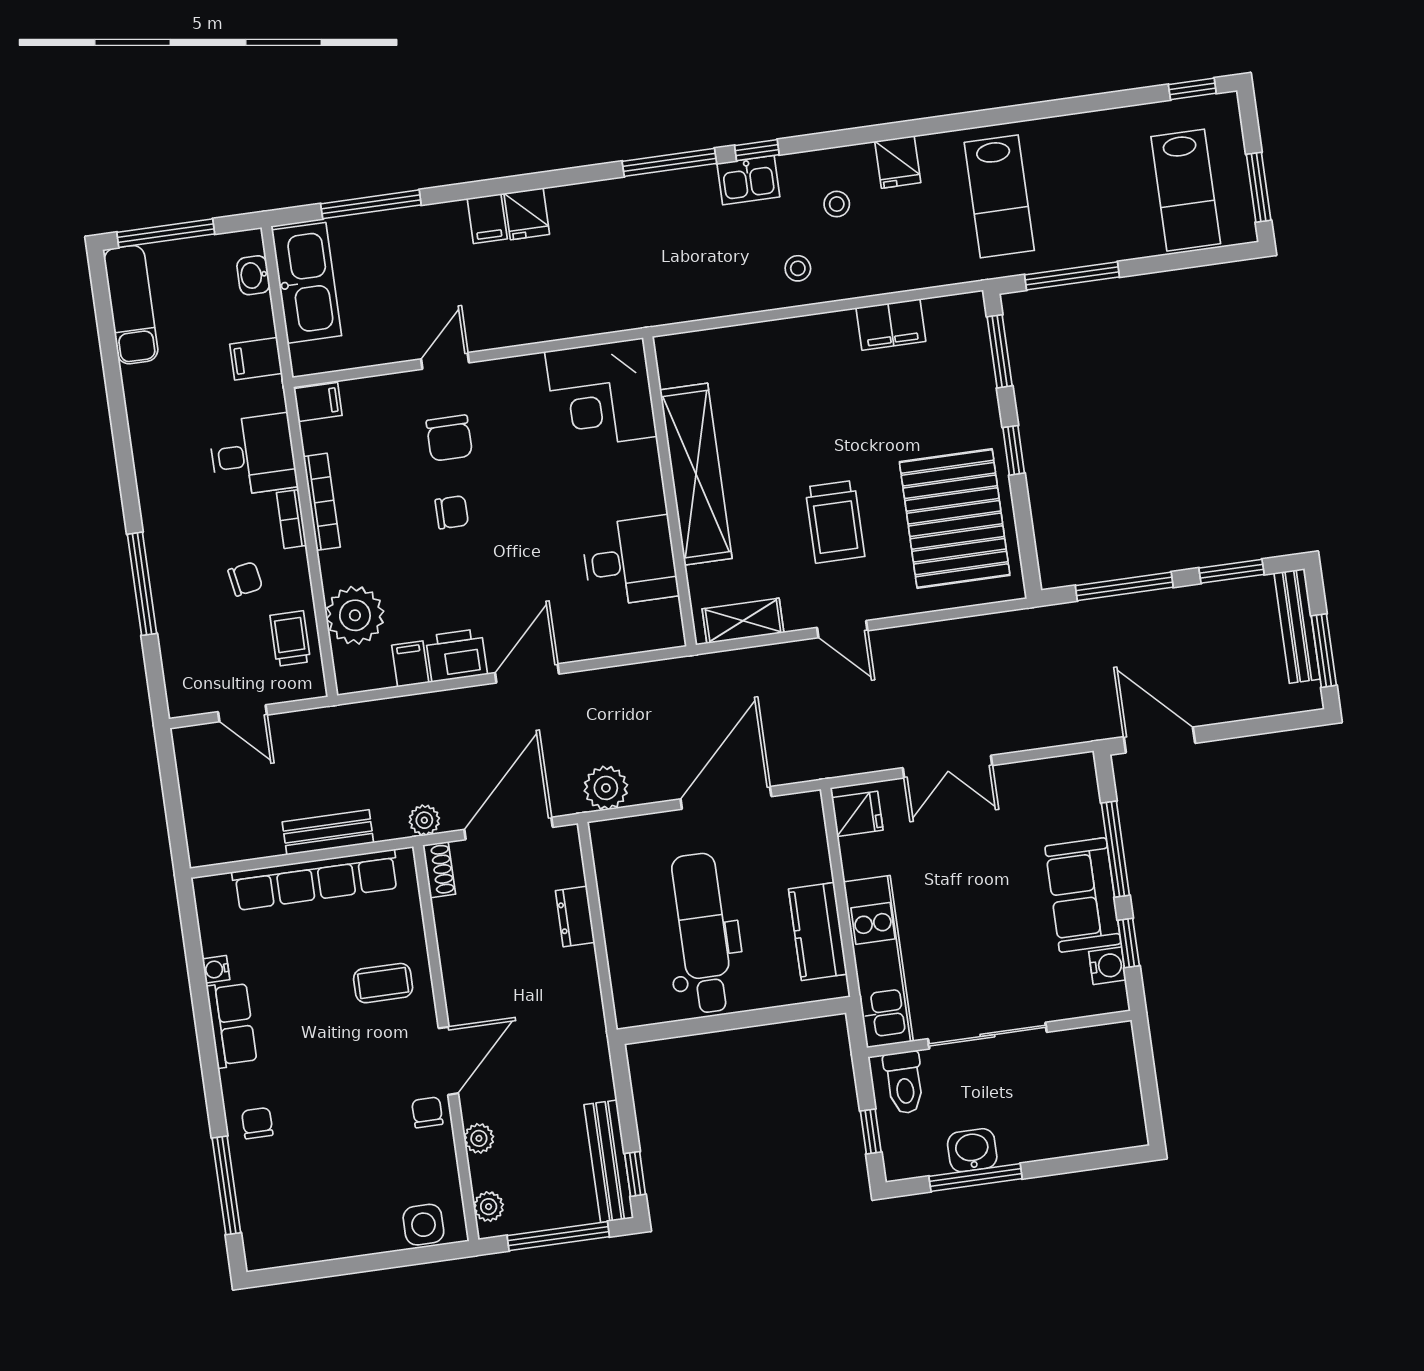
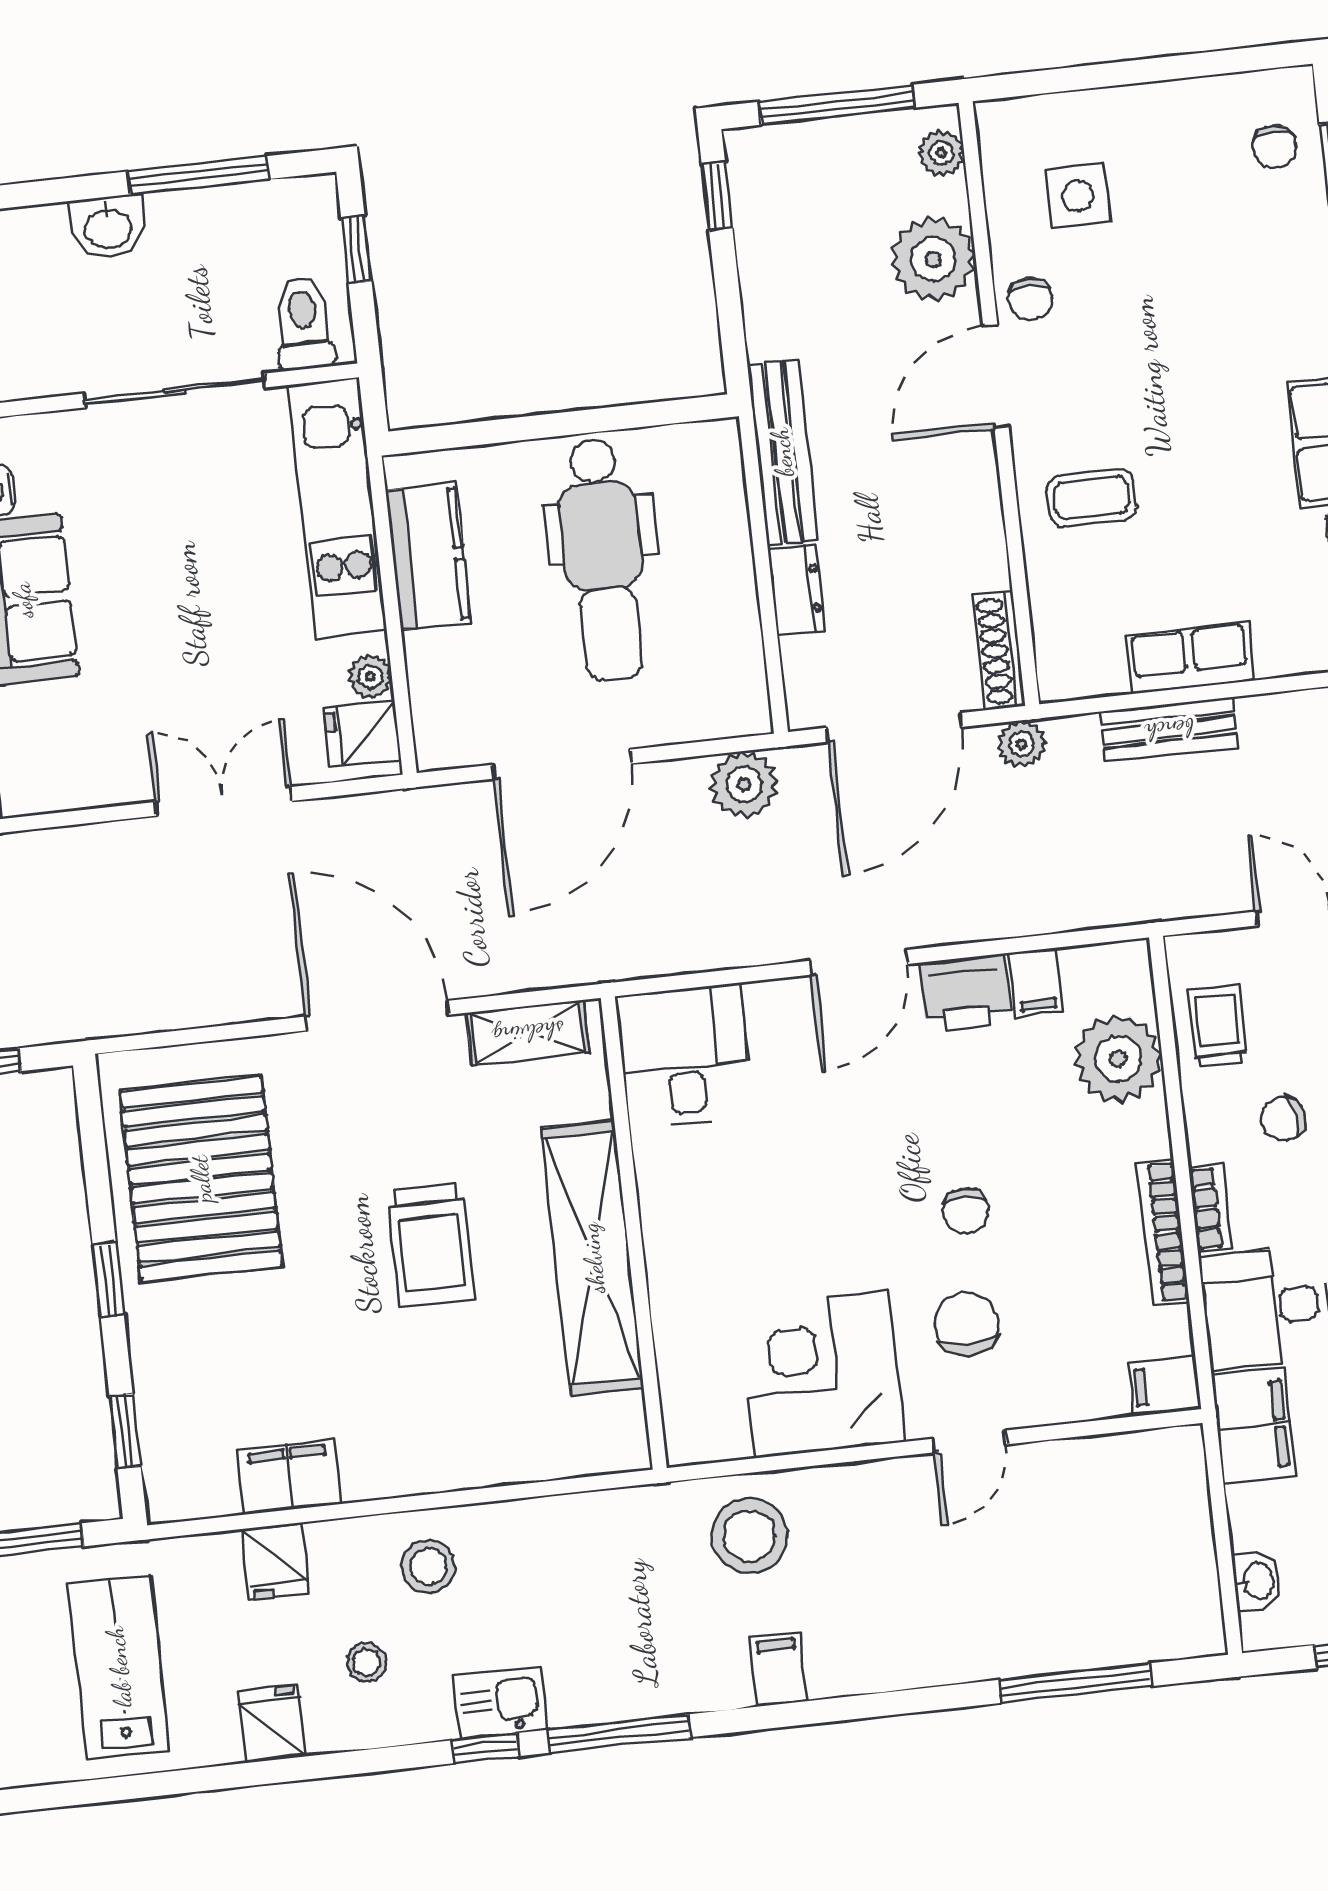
fridge: (527, 214) -> (276, 1561), moved, turned 180
filing cabinet: (487, 219) -> (778, 1669), moved
stool: (798, 268) -> (428, 1566), width x1.37, depth x1.37
kitchen sink: (307, 283) -> (1177, 1567), removed
stool: (588, 295) -> (749, 1536), added
window: (1000, 351) -> (125, 1431), width x0.67
filing cabinet: (256, 359) -> (1254, 1426), width x2.00
corner desk: (601, 394) -> (821, 1375), moved, turned -90
chair: (452, 512) -> (966, 1211), turned -90
trolley: (835, 522) -> (431, 1244), moved, turned 180
desk: (630, 561) -> (684, 1057), moved, turned 90
door: (842, 629) -> (377, 1016), width x1.88
trolley: (290, 639) -> (1217, 1026), turned 180
plant: (853, 852) -> (370, 677), added
shoe rack: (439, 870) -> (999, 651), width x1.43
row of seats: (316, 880) -> (1190, 658), width x0.50
chair: (257, 1123) -> (1275, 146), moved
plant: (479, 1138) -> (933, 259), width x1.87, depth x1.87
washbasin: (972, 1150) -> (108, 227), moved
bench: (609, 1161) -> (782, 452), moved
side table: (423, 1225) -> (1078, 196), moved

